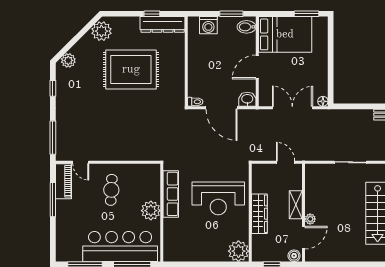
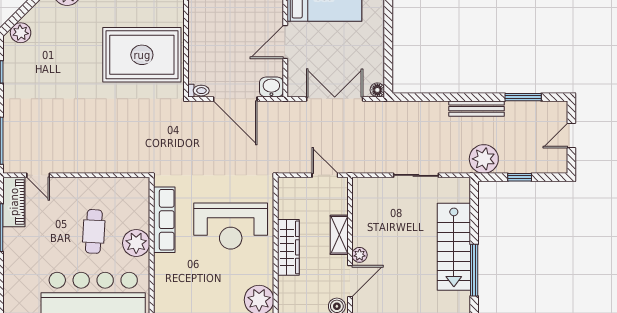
rug: (131, 69) -> (142, 55), moved
cafe table: (111, 190) -> (94, 231), moved

